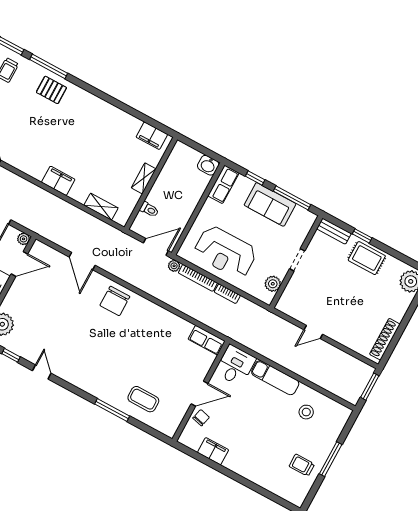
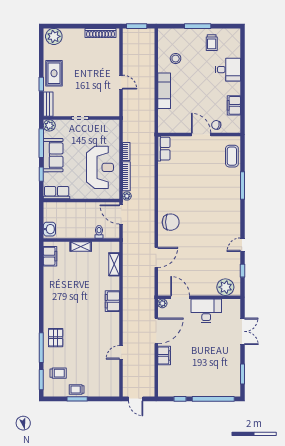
washbasin: (208, 165) -> (49, 229), moved
plant: (273, 284) -> (49, 125), moved
desk: (235, 366) -> (228, 70), moved, turned 180
coffee table: (143, 399) -> (232, 156), moved

